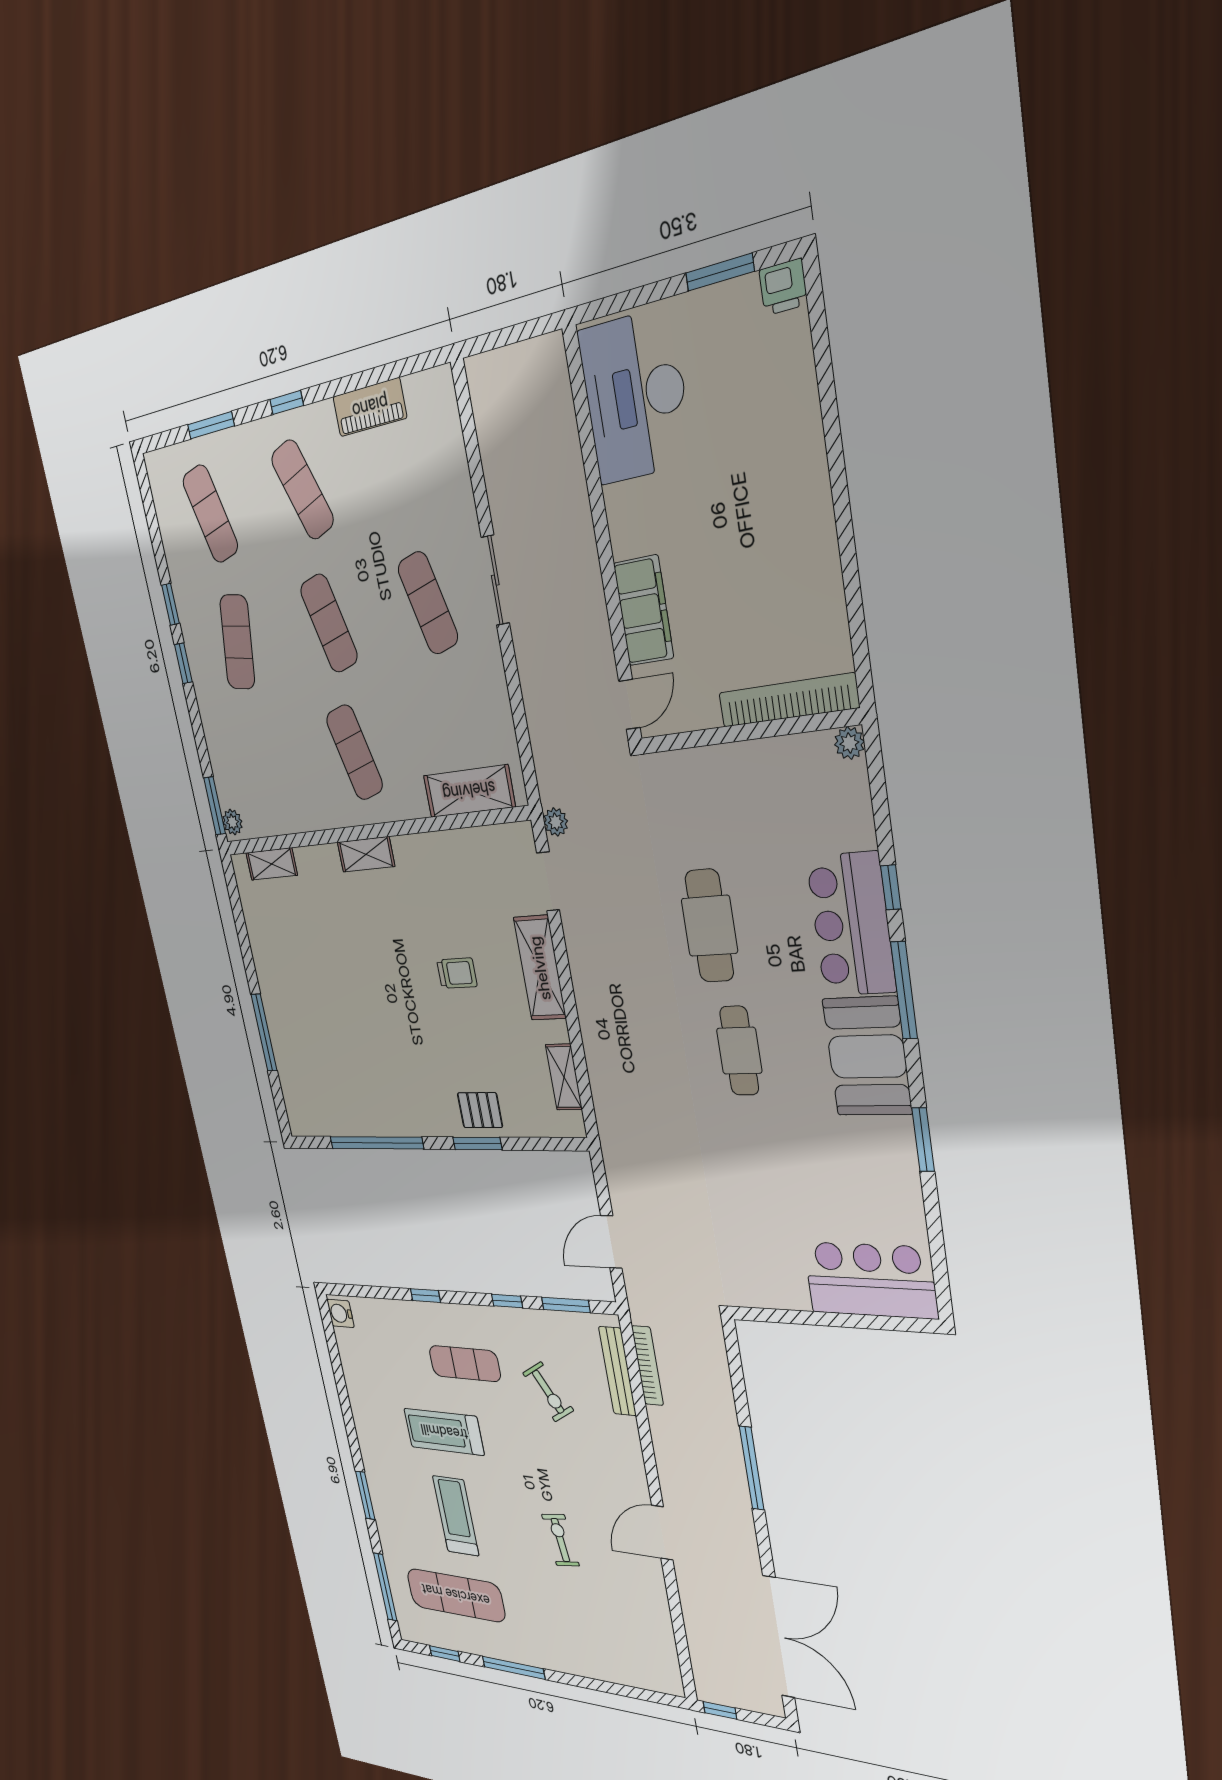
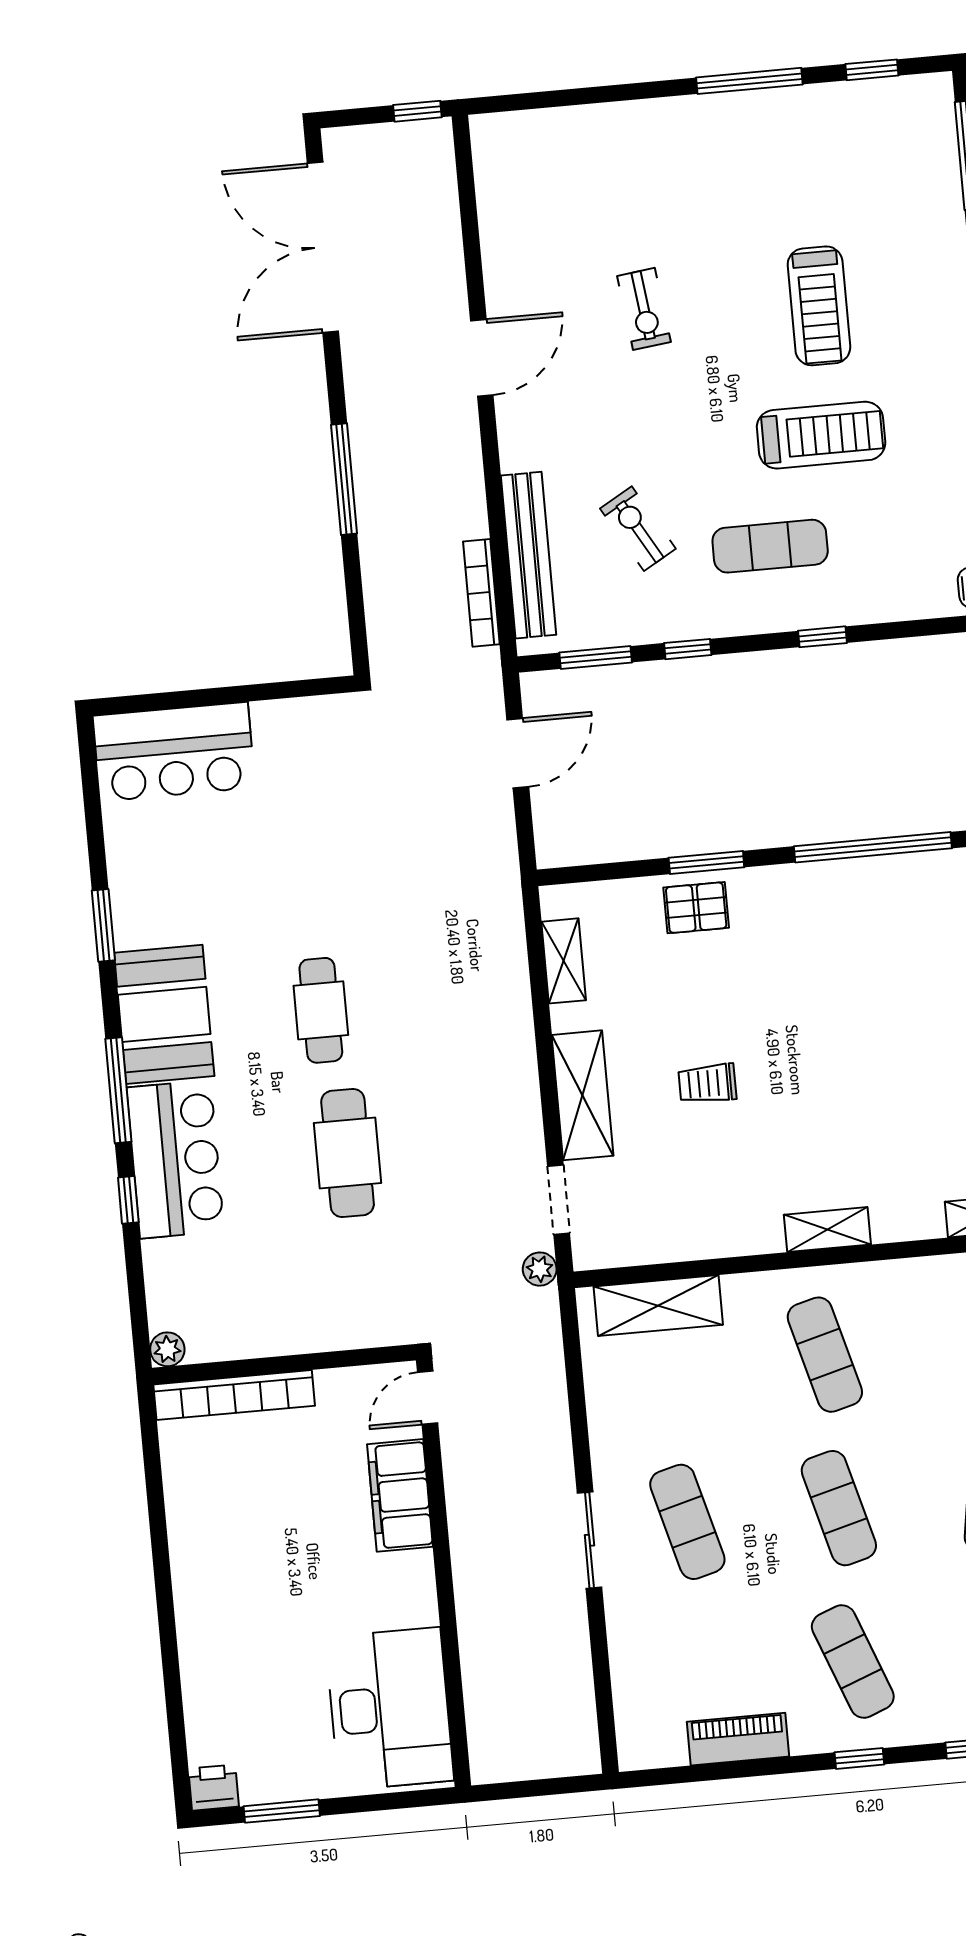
bench: (617, 1371) -> (529, 555), width x1.37, depth x1.21
exercise mat: (456, 1595) -> (837, 175), removed

